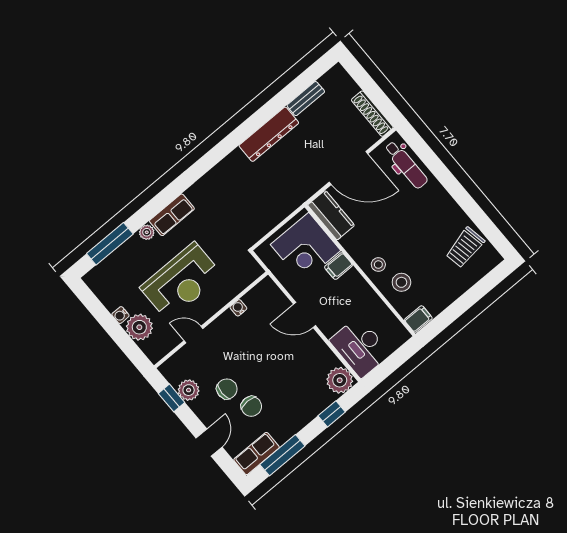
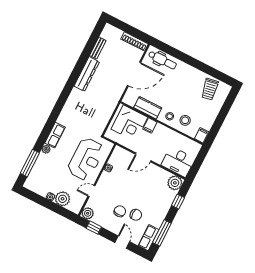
kitchen counter: (331, 215) -> (148, 108), moved
reception desk: (181, 281) -> (86, 159), moved
plant: (189, 390) -> (88, 213), moved

